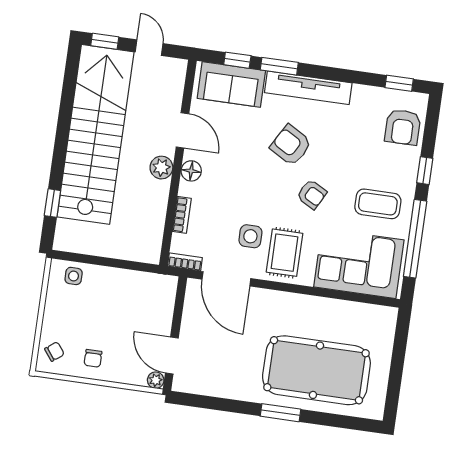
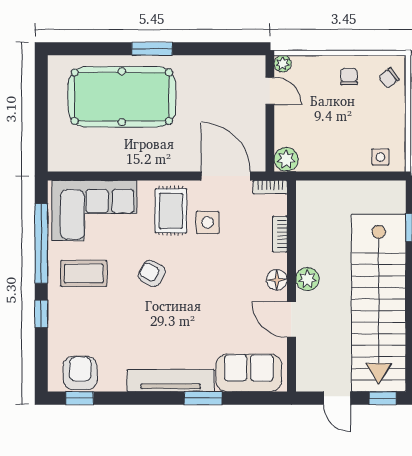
window: (237, 60) -> (246, 398), removed
armchair: (403, 127) -> (80, 373), moved
armchair: (291, 145) -> (180, 320), removed
plant: (165, 287) -> (286, 159), added
door: (172, 356) -> (270, 91), width x0.73

